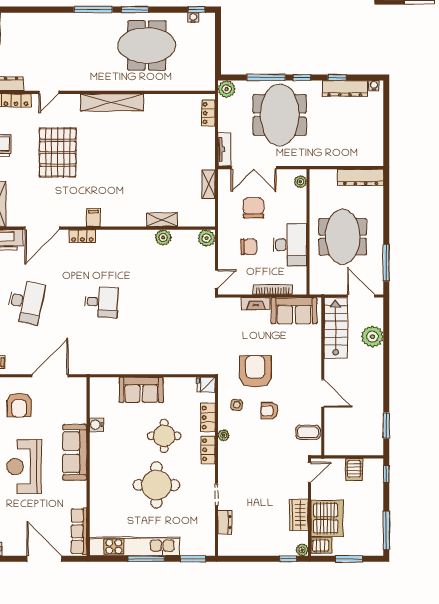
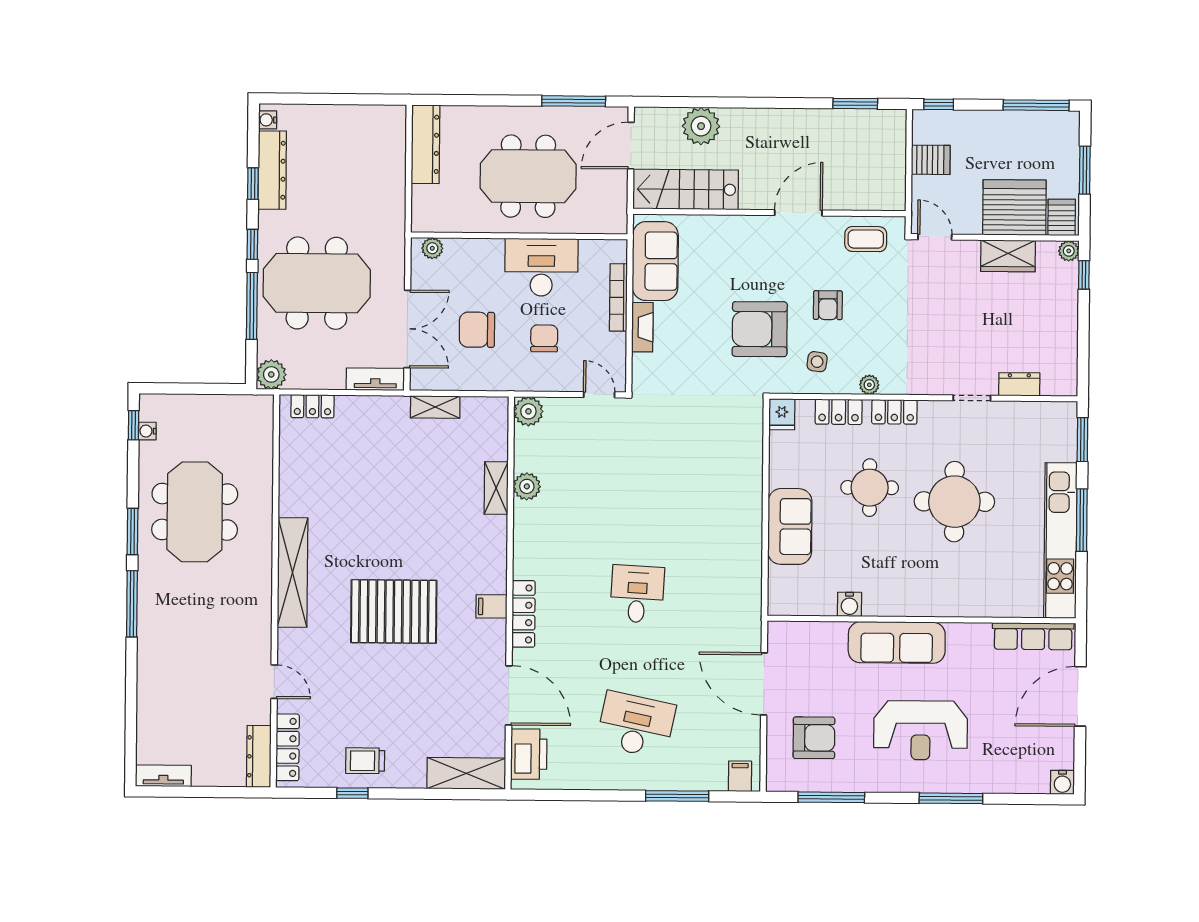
pallet: (58, 153) -> (394, 611), moved
locker: (82, 236) -> (523, 614), width x1.53
coffee table: (308, 432) -> (866, 239), turned 90

